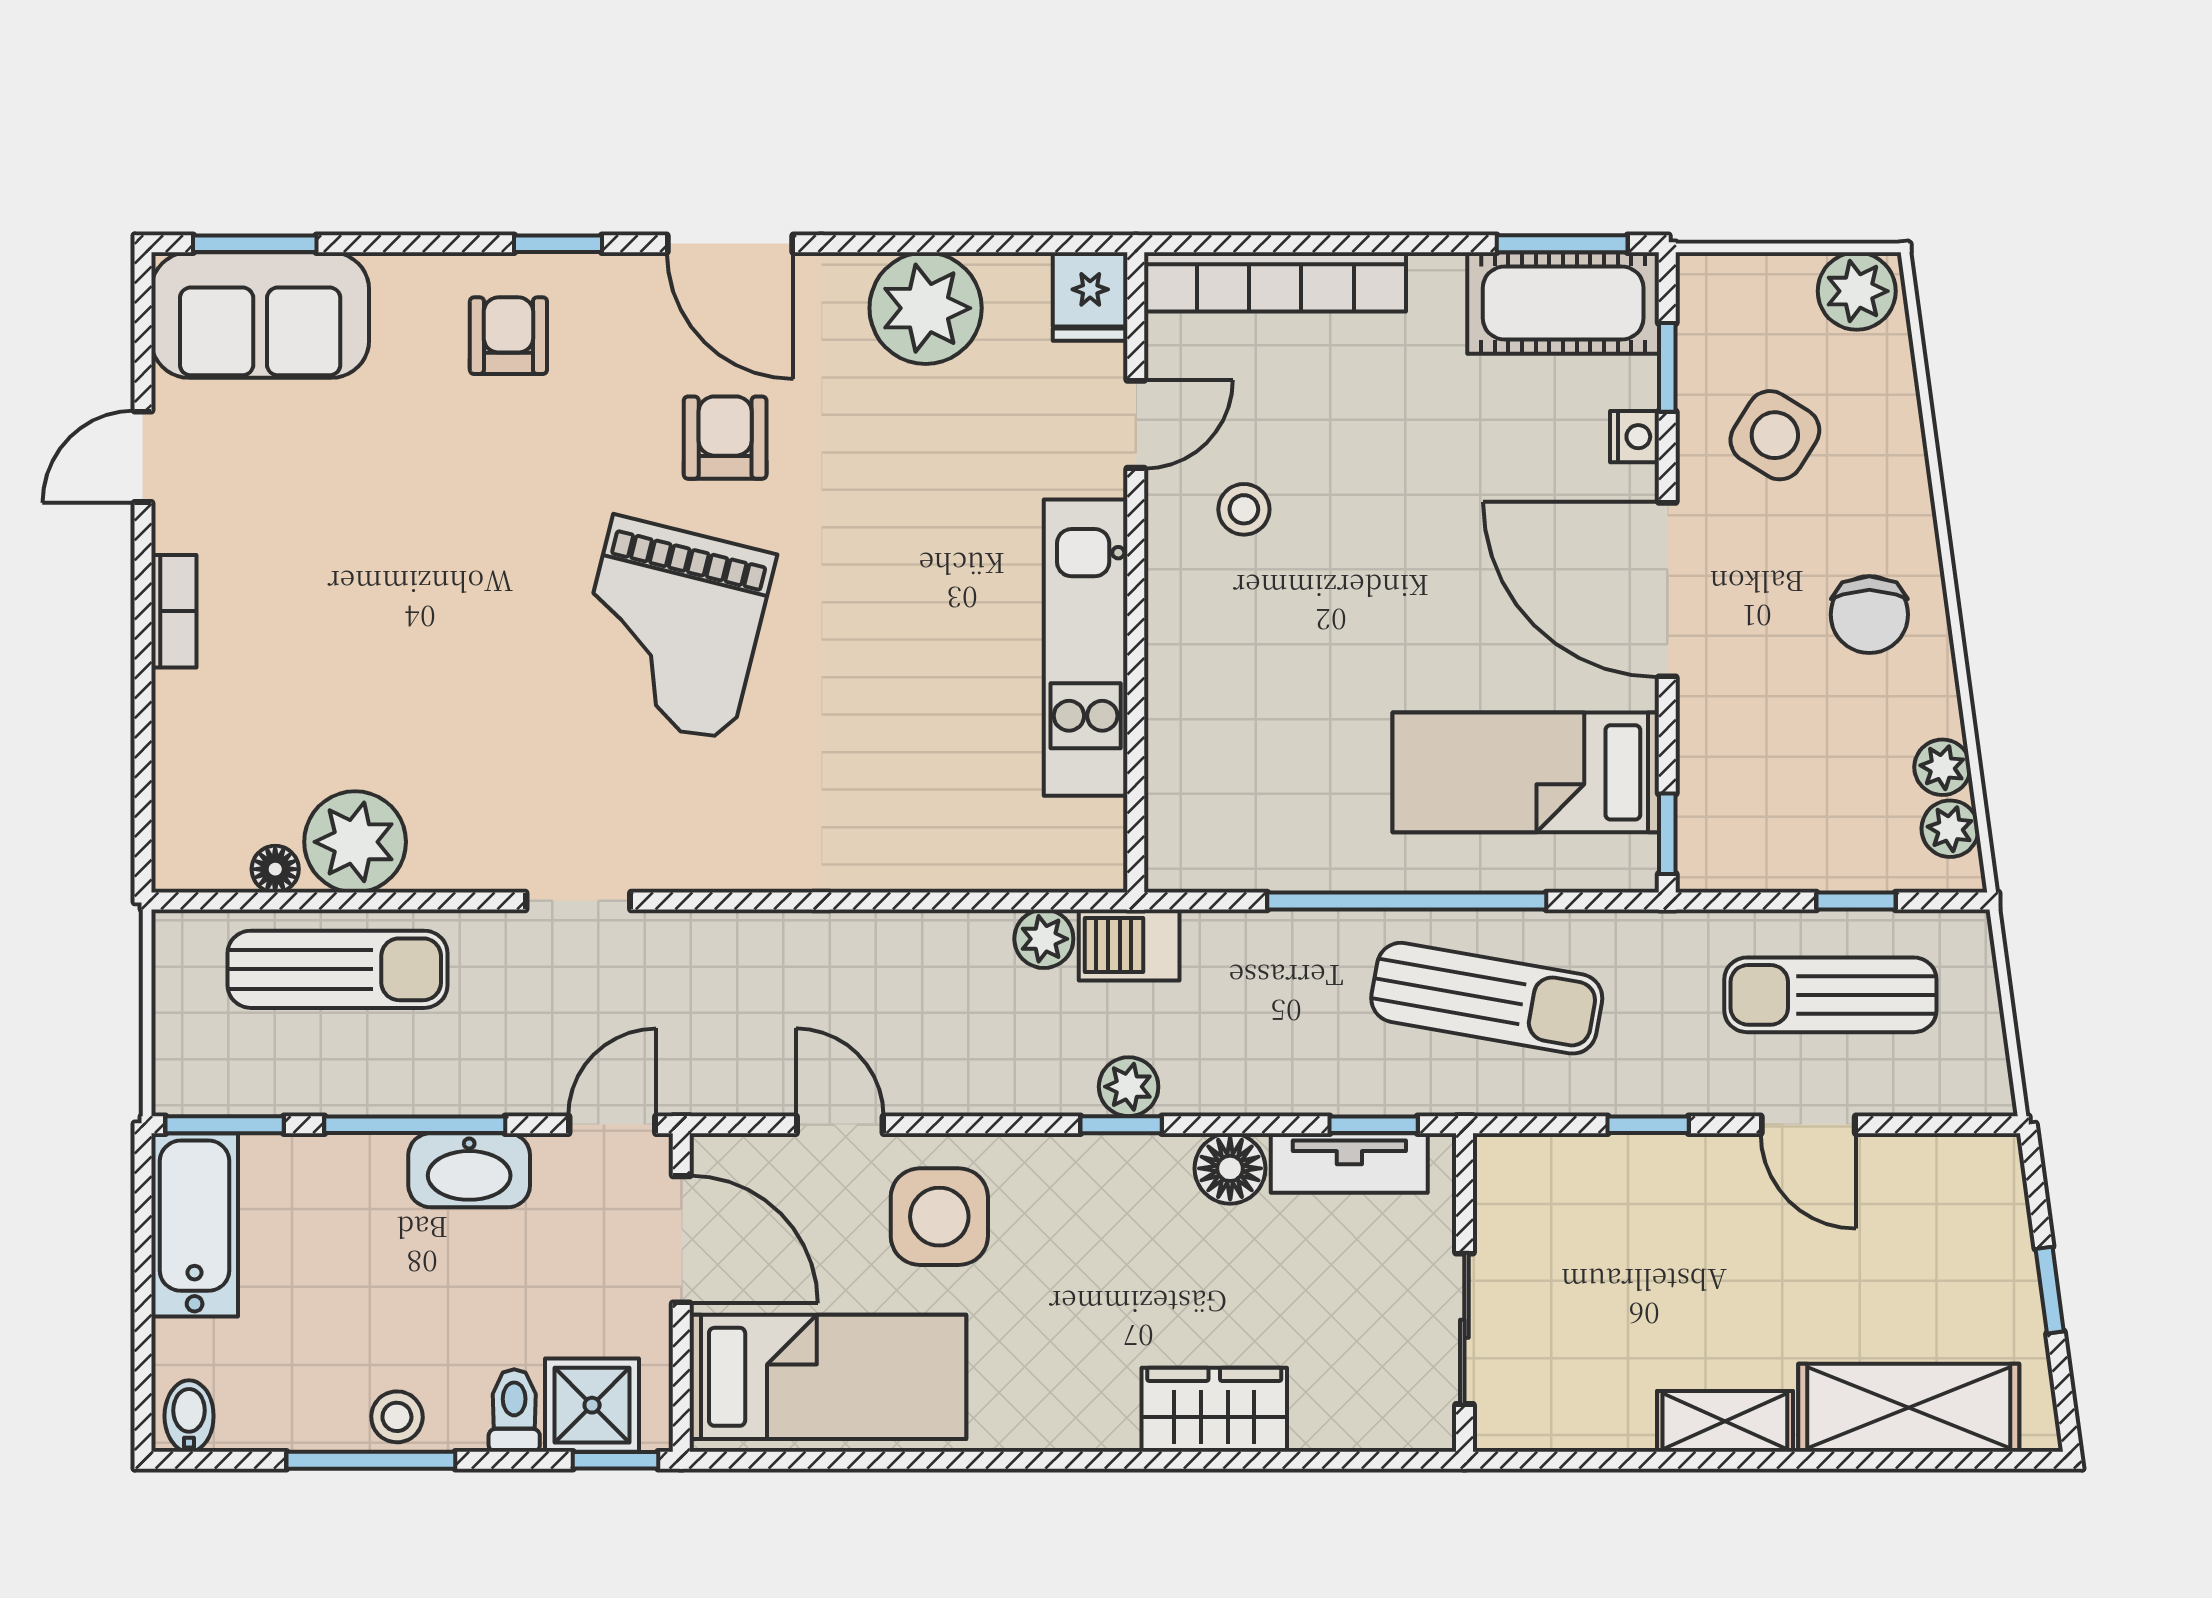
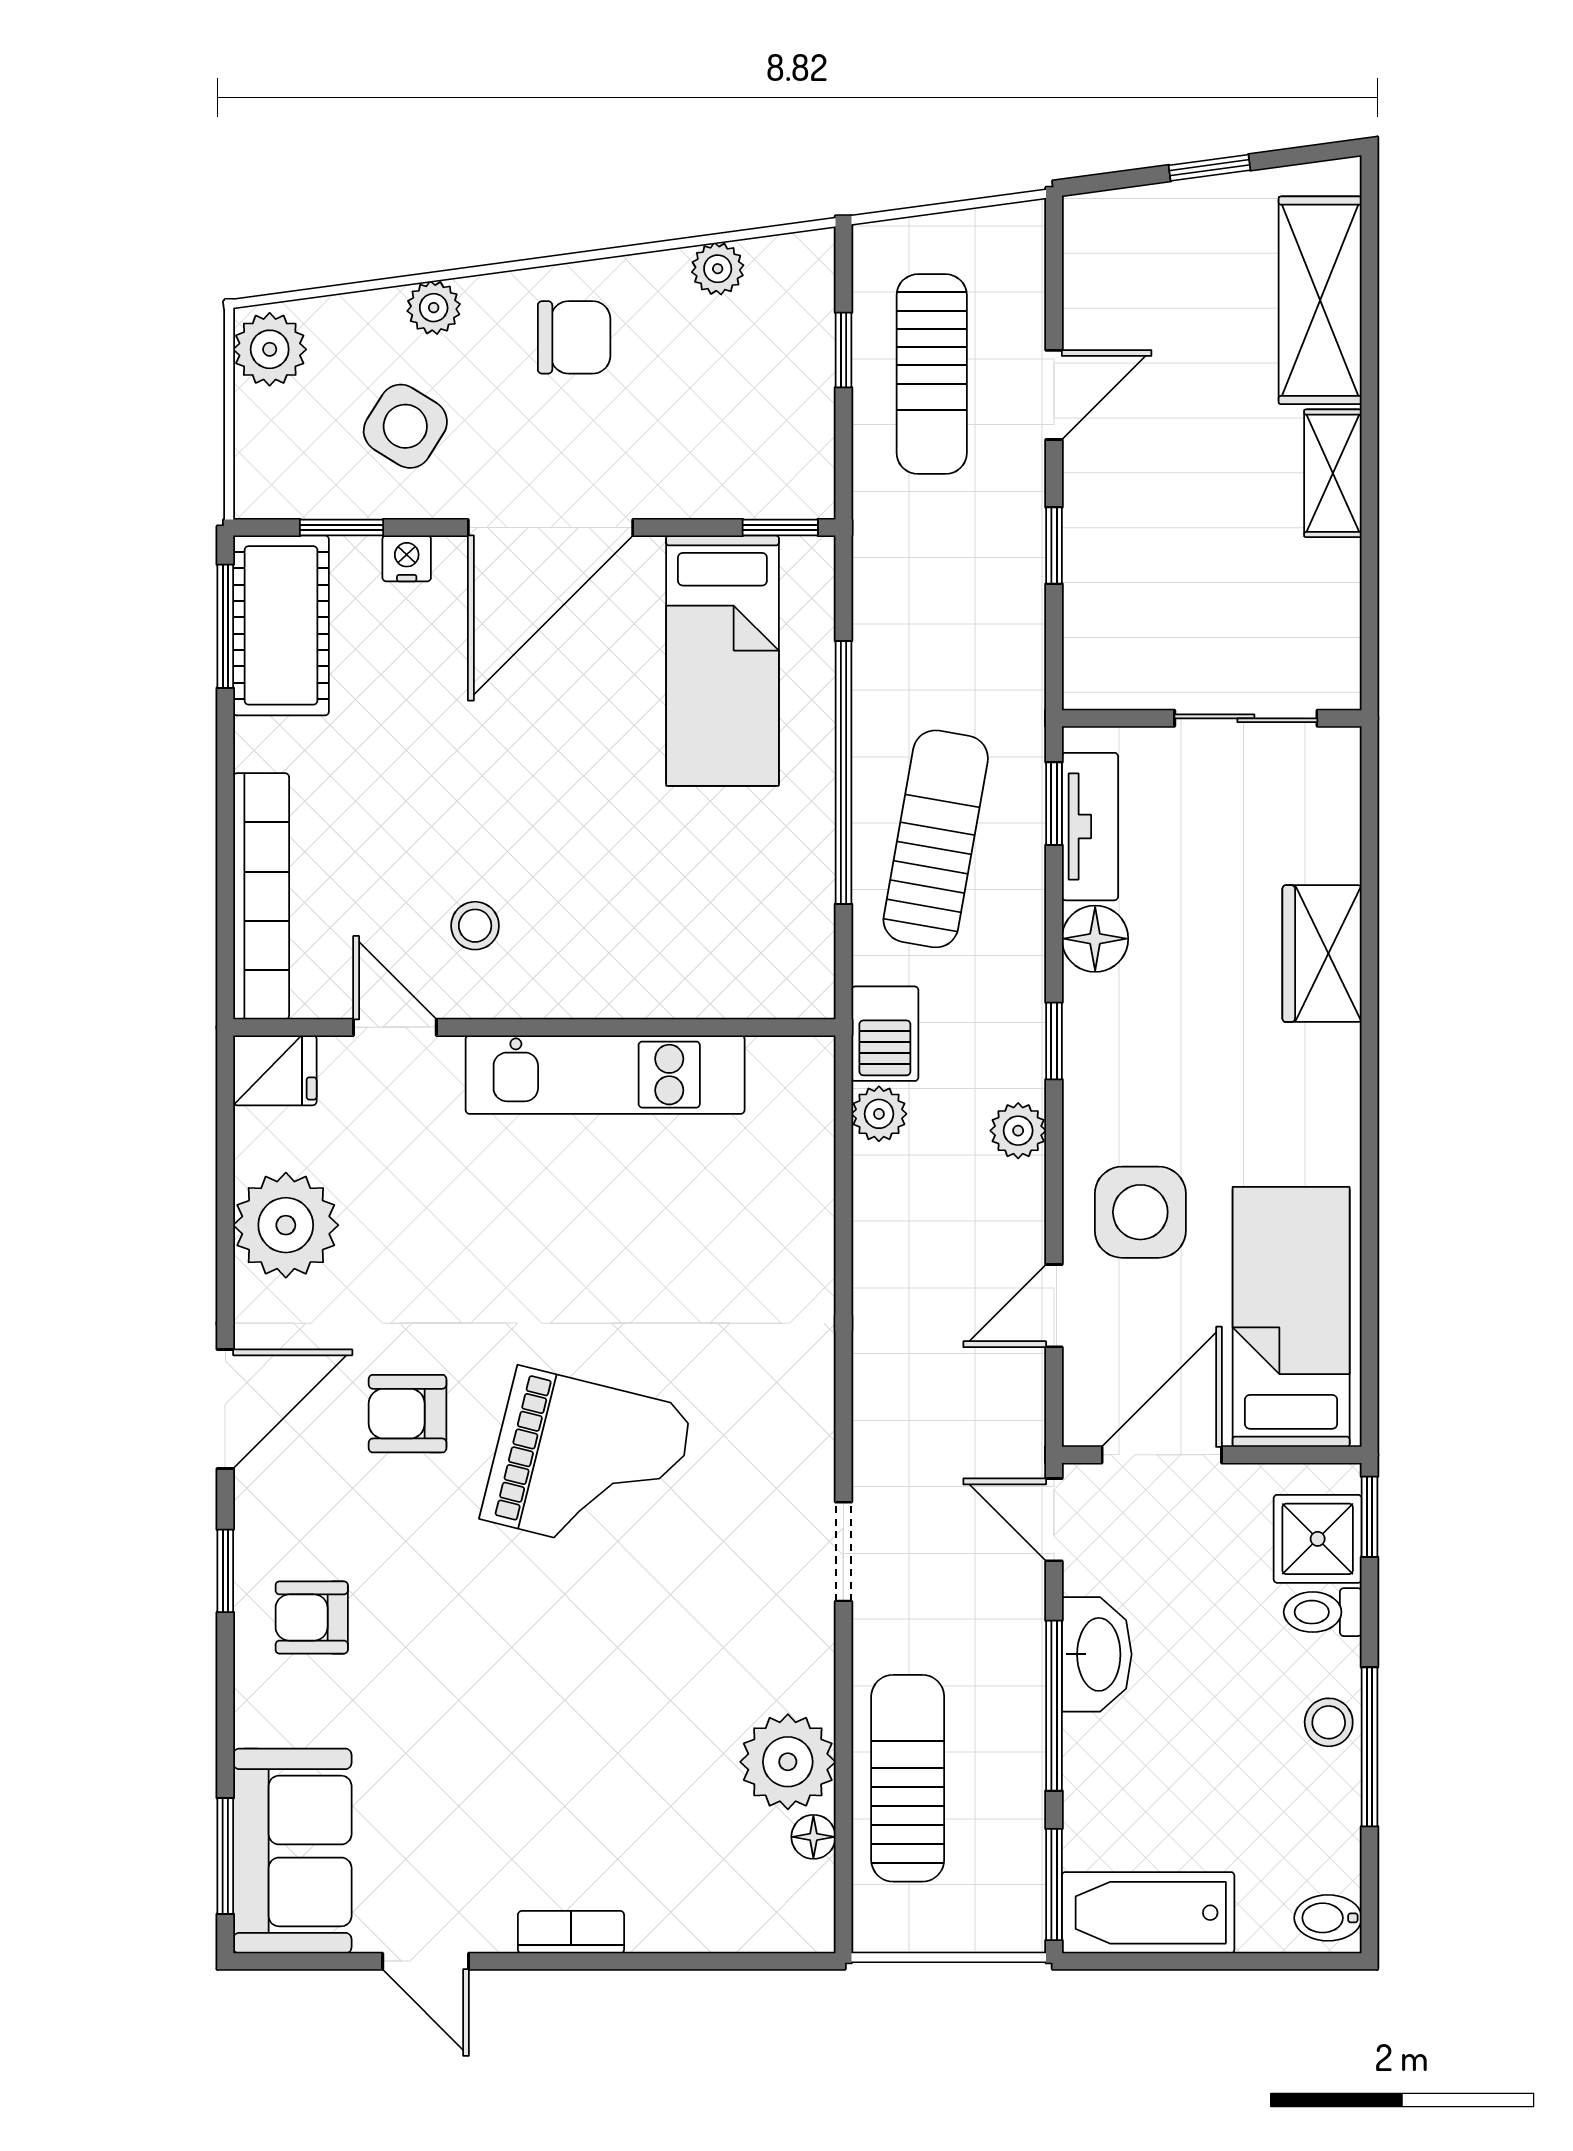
plant: (1950, 829) -> (434, 308), moved
sun lounger: (1487, 998) -> (936, 839), moved
plant: (1129, 1087) -> (1018, 1131), moved

